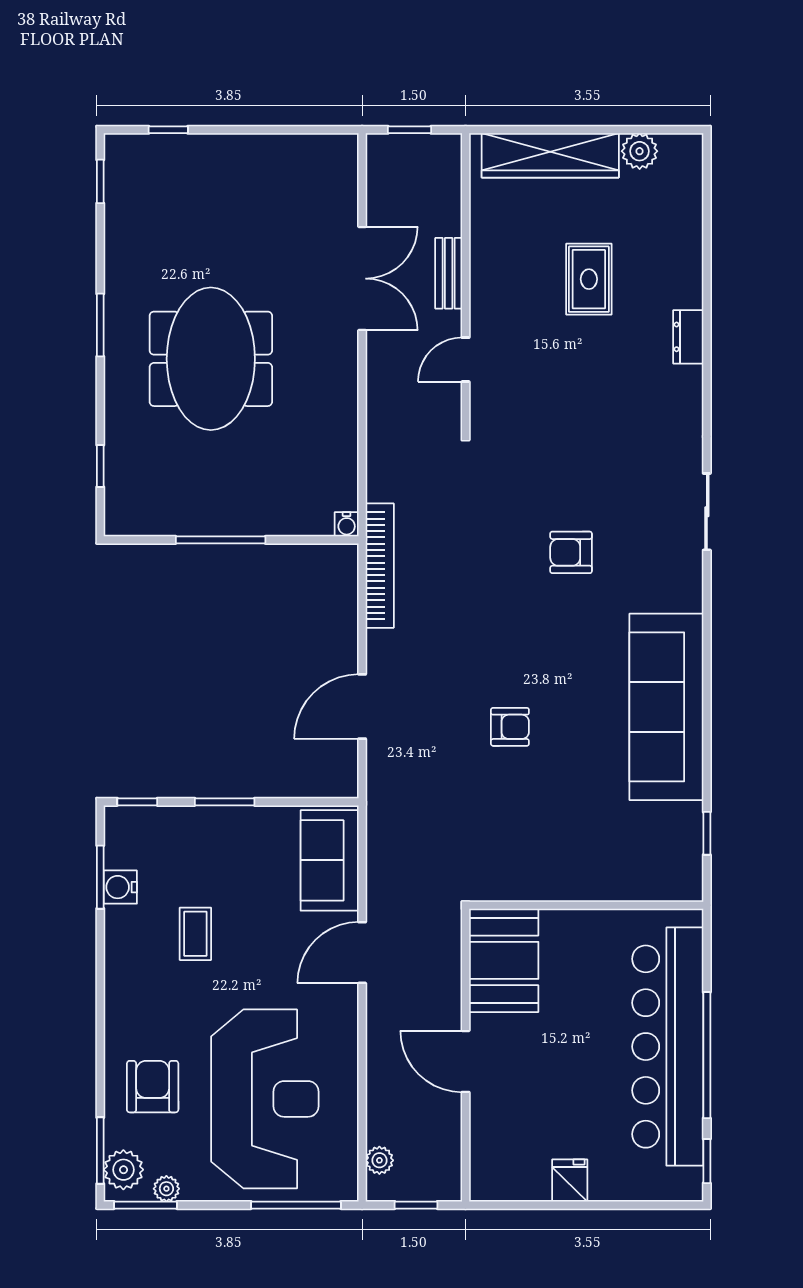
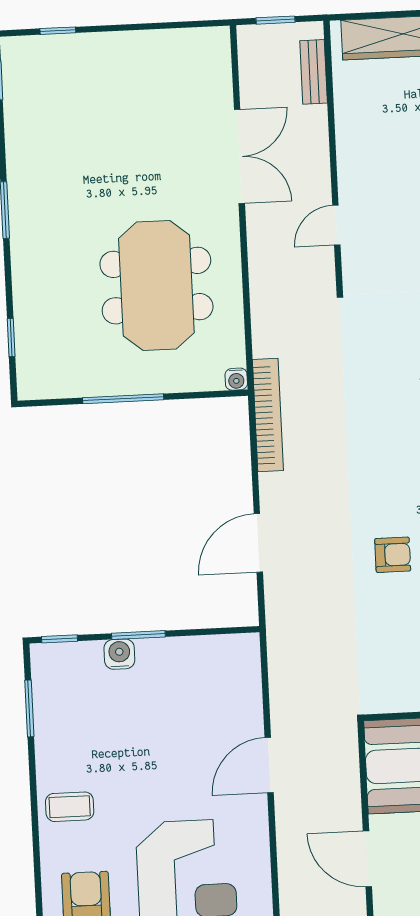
bench: (449, 273) -> (314, 72), moved
meeting table: (211, 359) -> (156, 286), moved
sofa: (330, 860) -> (236, 683), removed
water cooler: (120, 887) -> (119, 654), moved, turned 90
coffee table: (195, 934) -> (70, 807), moved, turned 90

